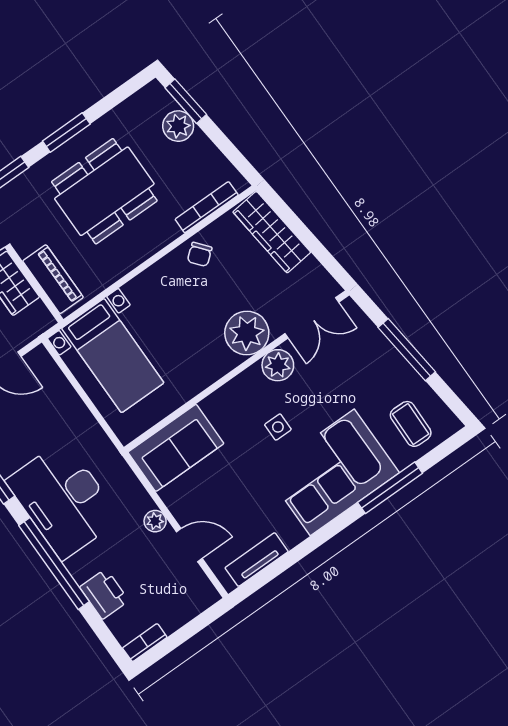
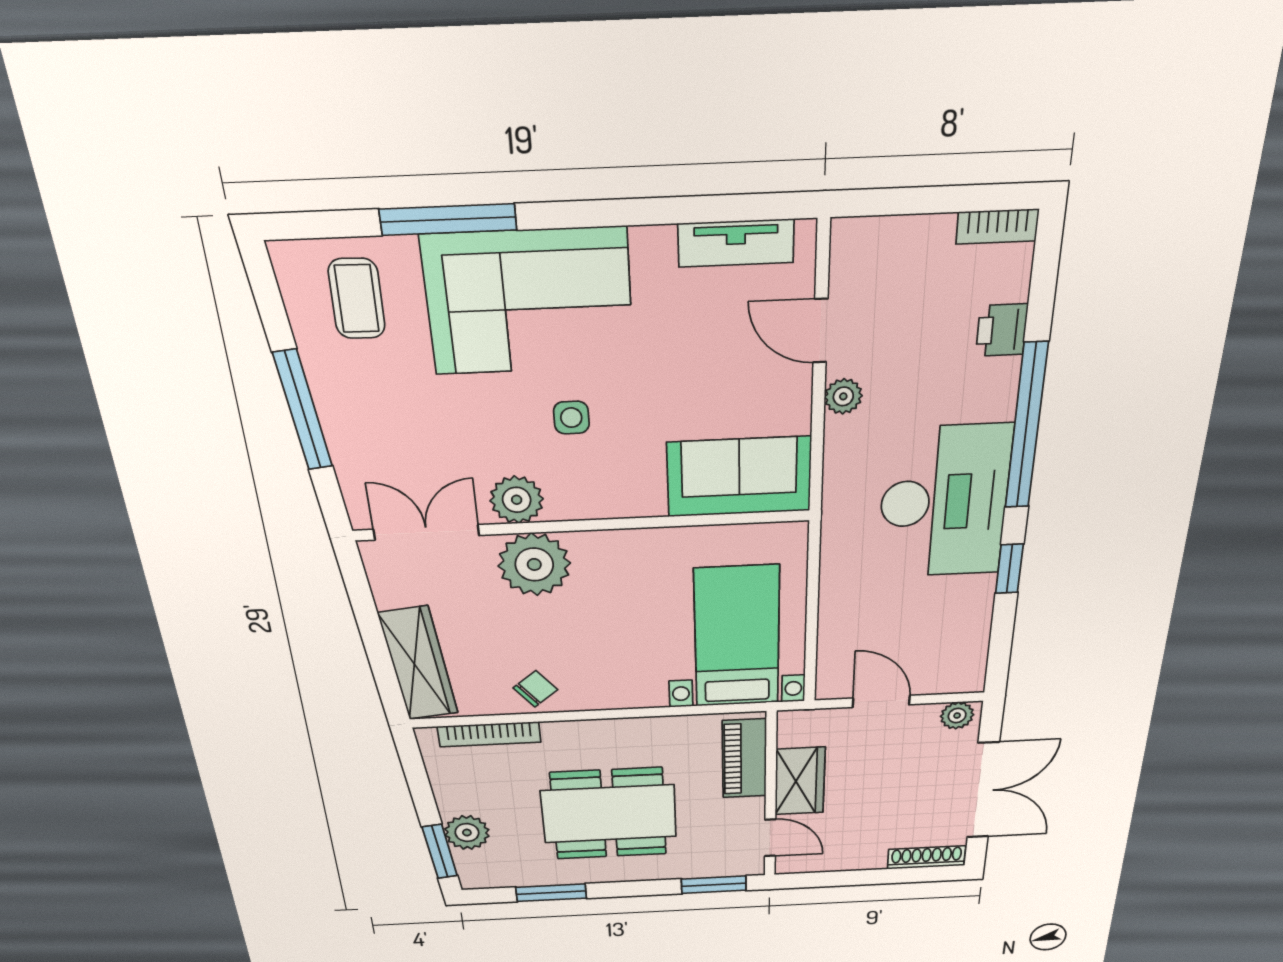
window: (66, 132) -> (551, 893), moved
printer: (104, 594) -> (1002, 330), width x0.73, depth x0.81

